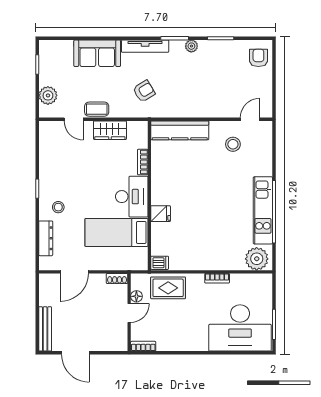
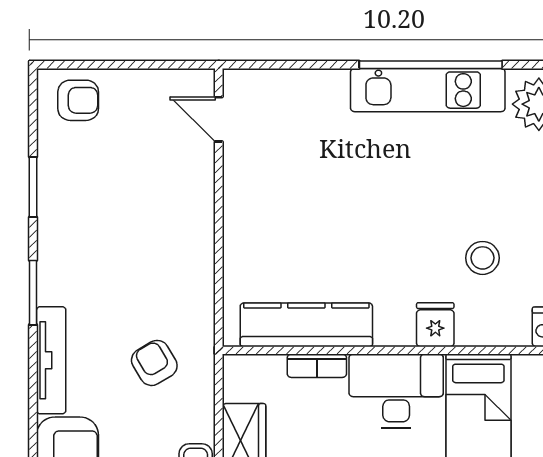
plant: (191, 46) -> (51, 254), removed
armchair: (258, 58) -> (78, 100), turned 180
kitchen counter: (180, 130) -> (306, 325), moved, turned -90
stool: (233, 144) -> (483, 258), moved

